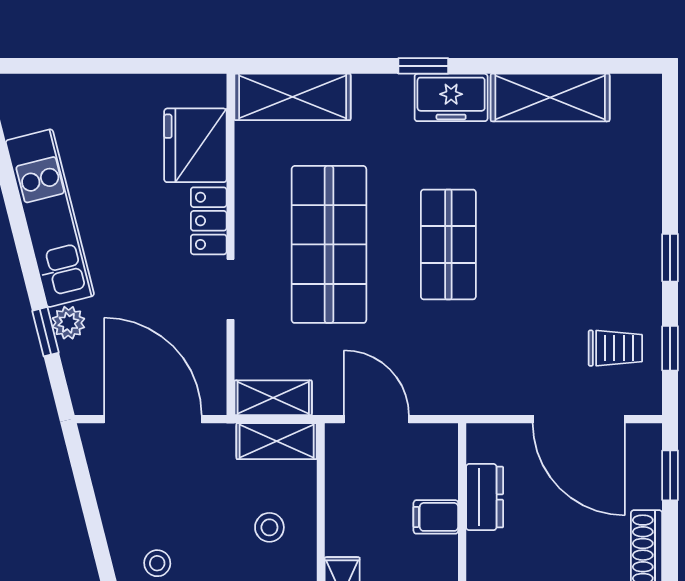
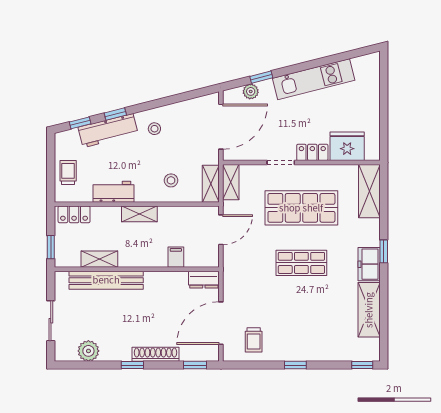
plant: (68, 323) -> (251, 91), moved
window: (670, 348) -> (362, 365), moved
dresser: (485, 497) -> (204, 280), moved

